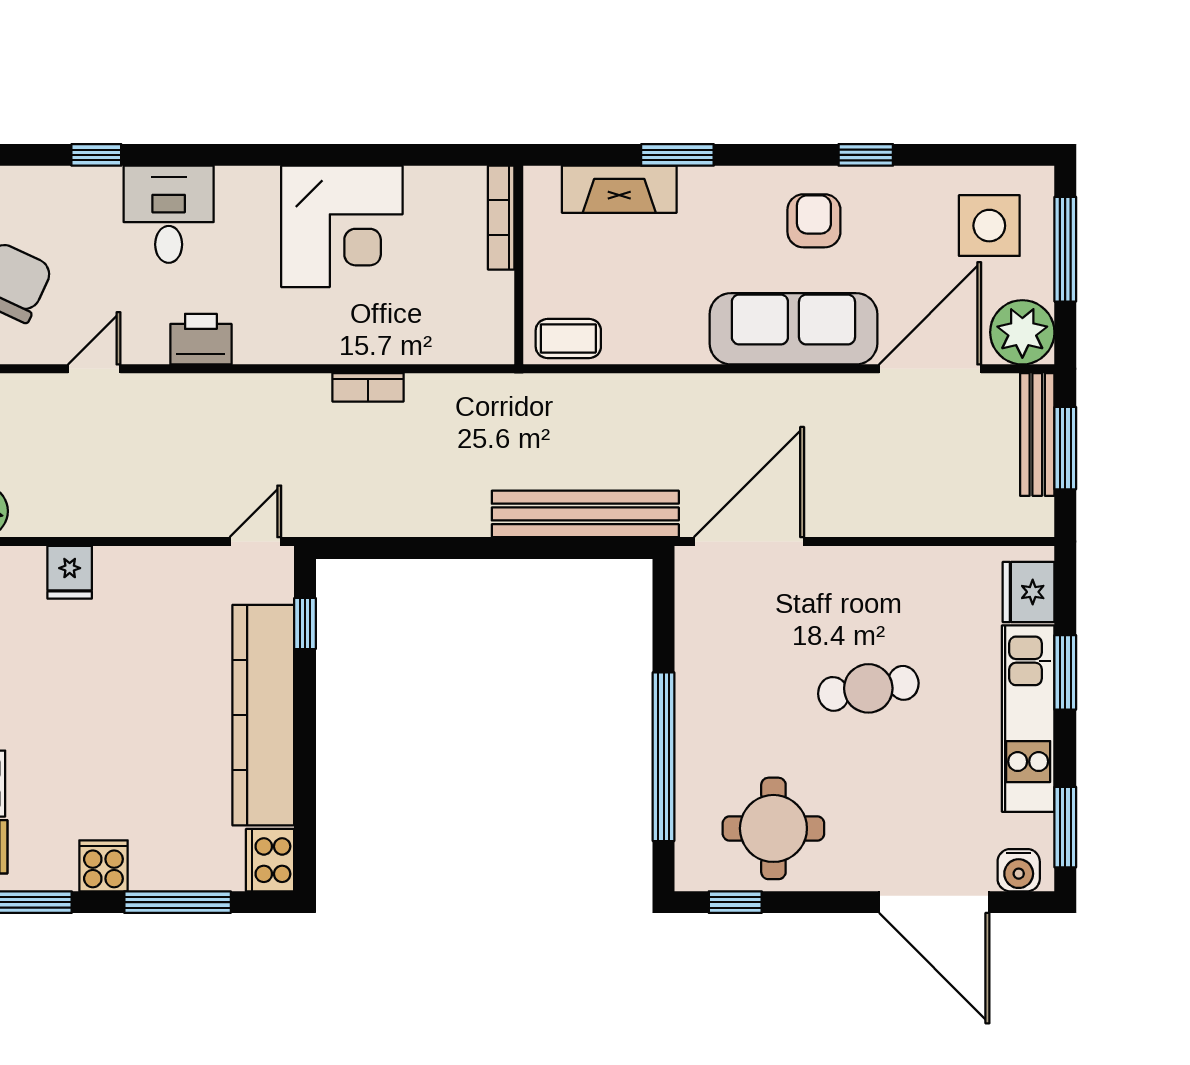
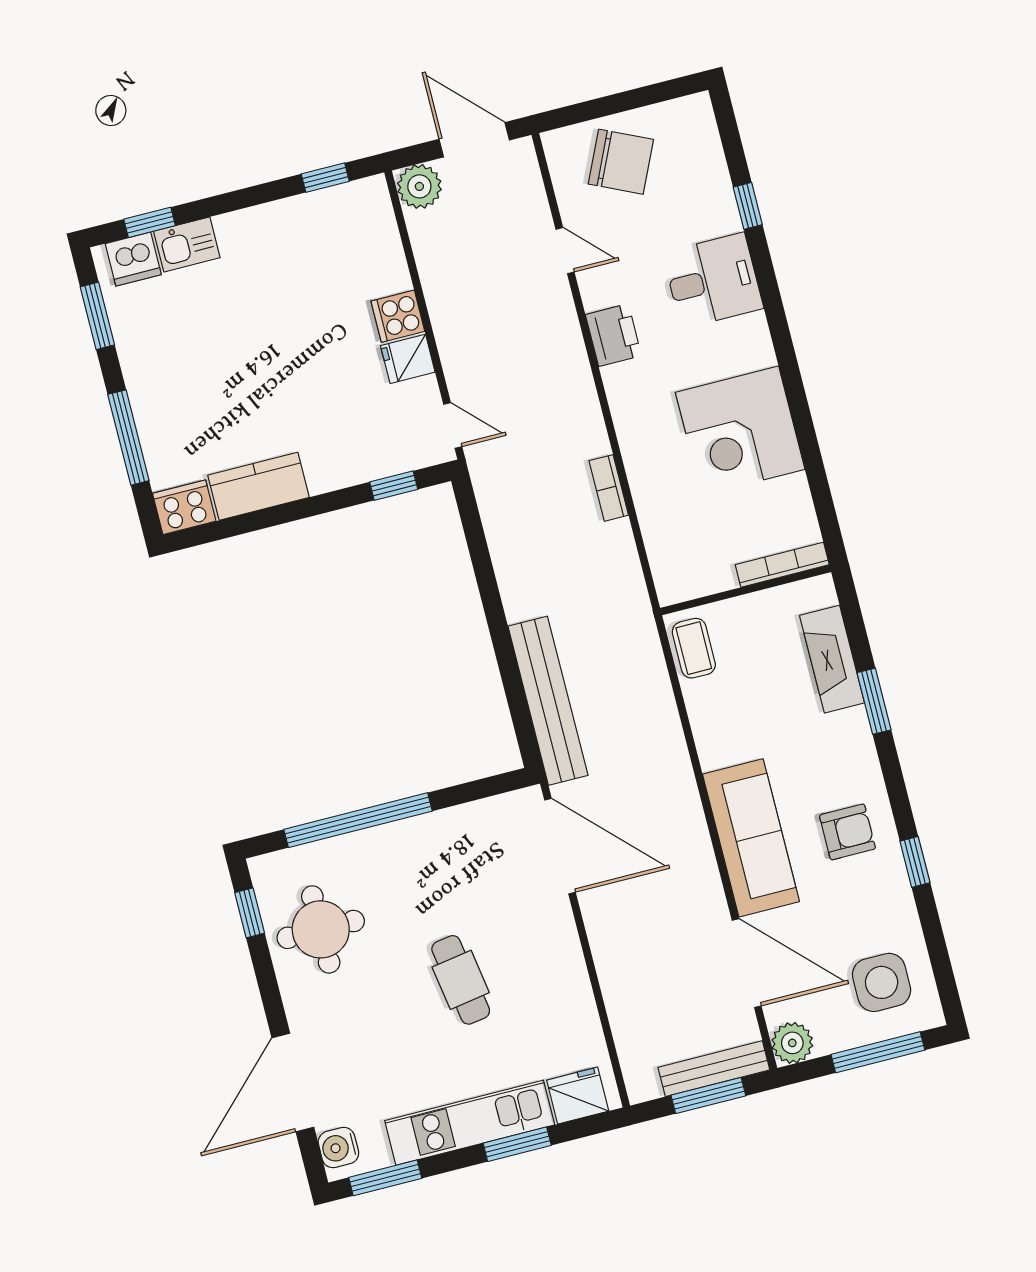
plant: (1022, 332) -> (792, 1043), width x0.73, depth x0.73
fridge: (70, 572) -> (408, 359), moved
kitchen counter: (263, 715) -> (259, 486), width x0.48, depth x0.86
cooker: (103, 866) -> (398, 316), moved, turned 180

